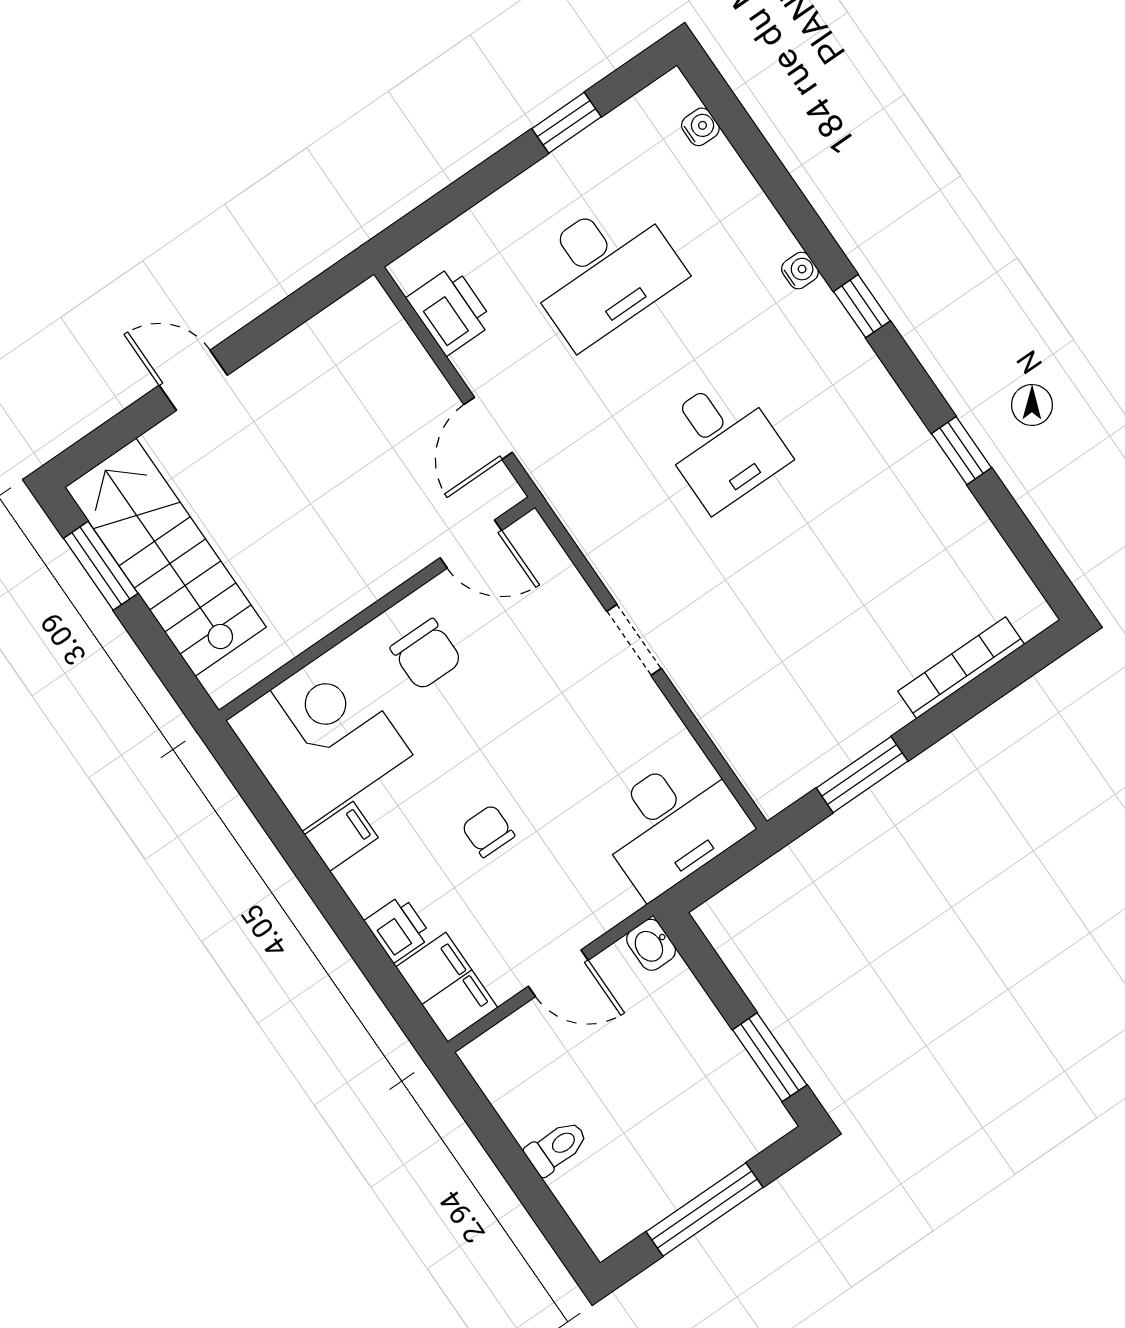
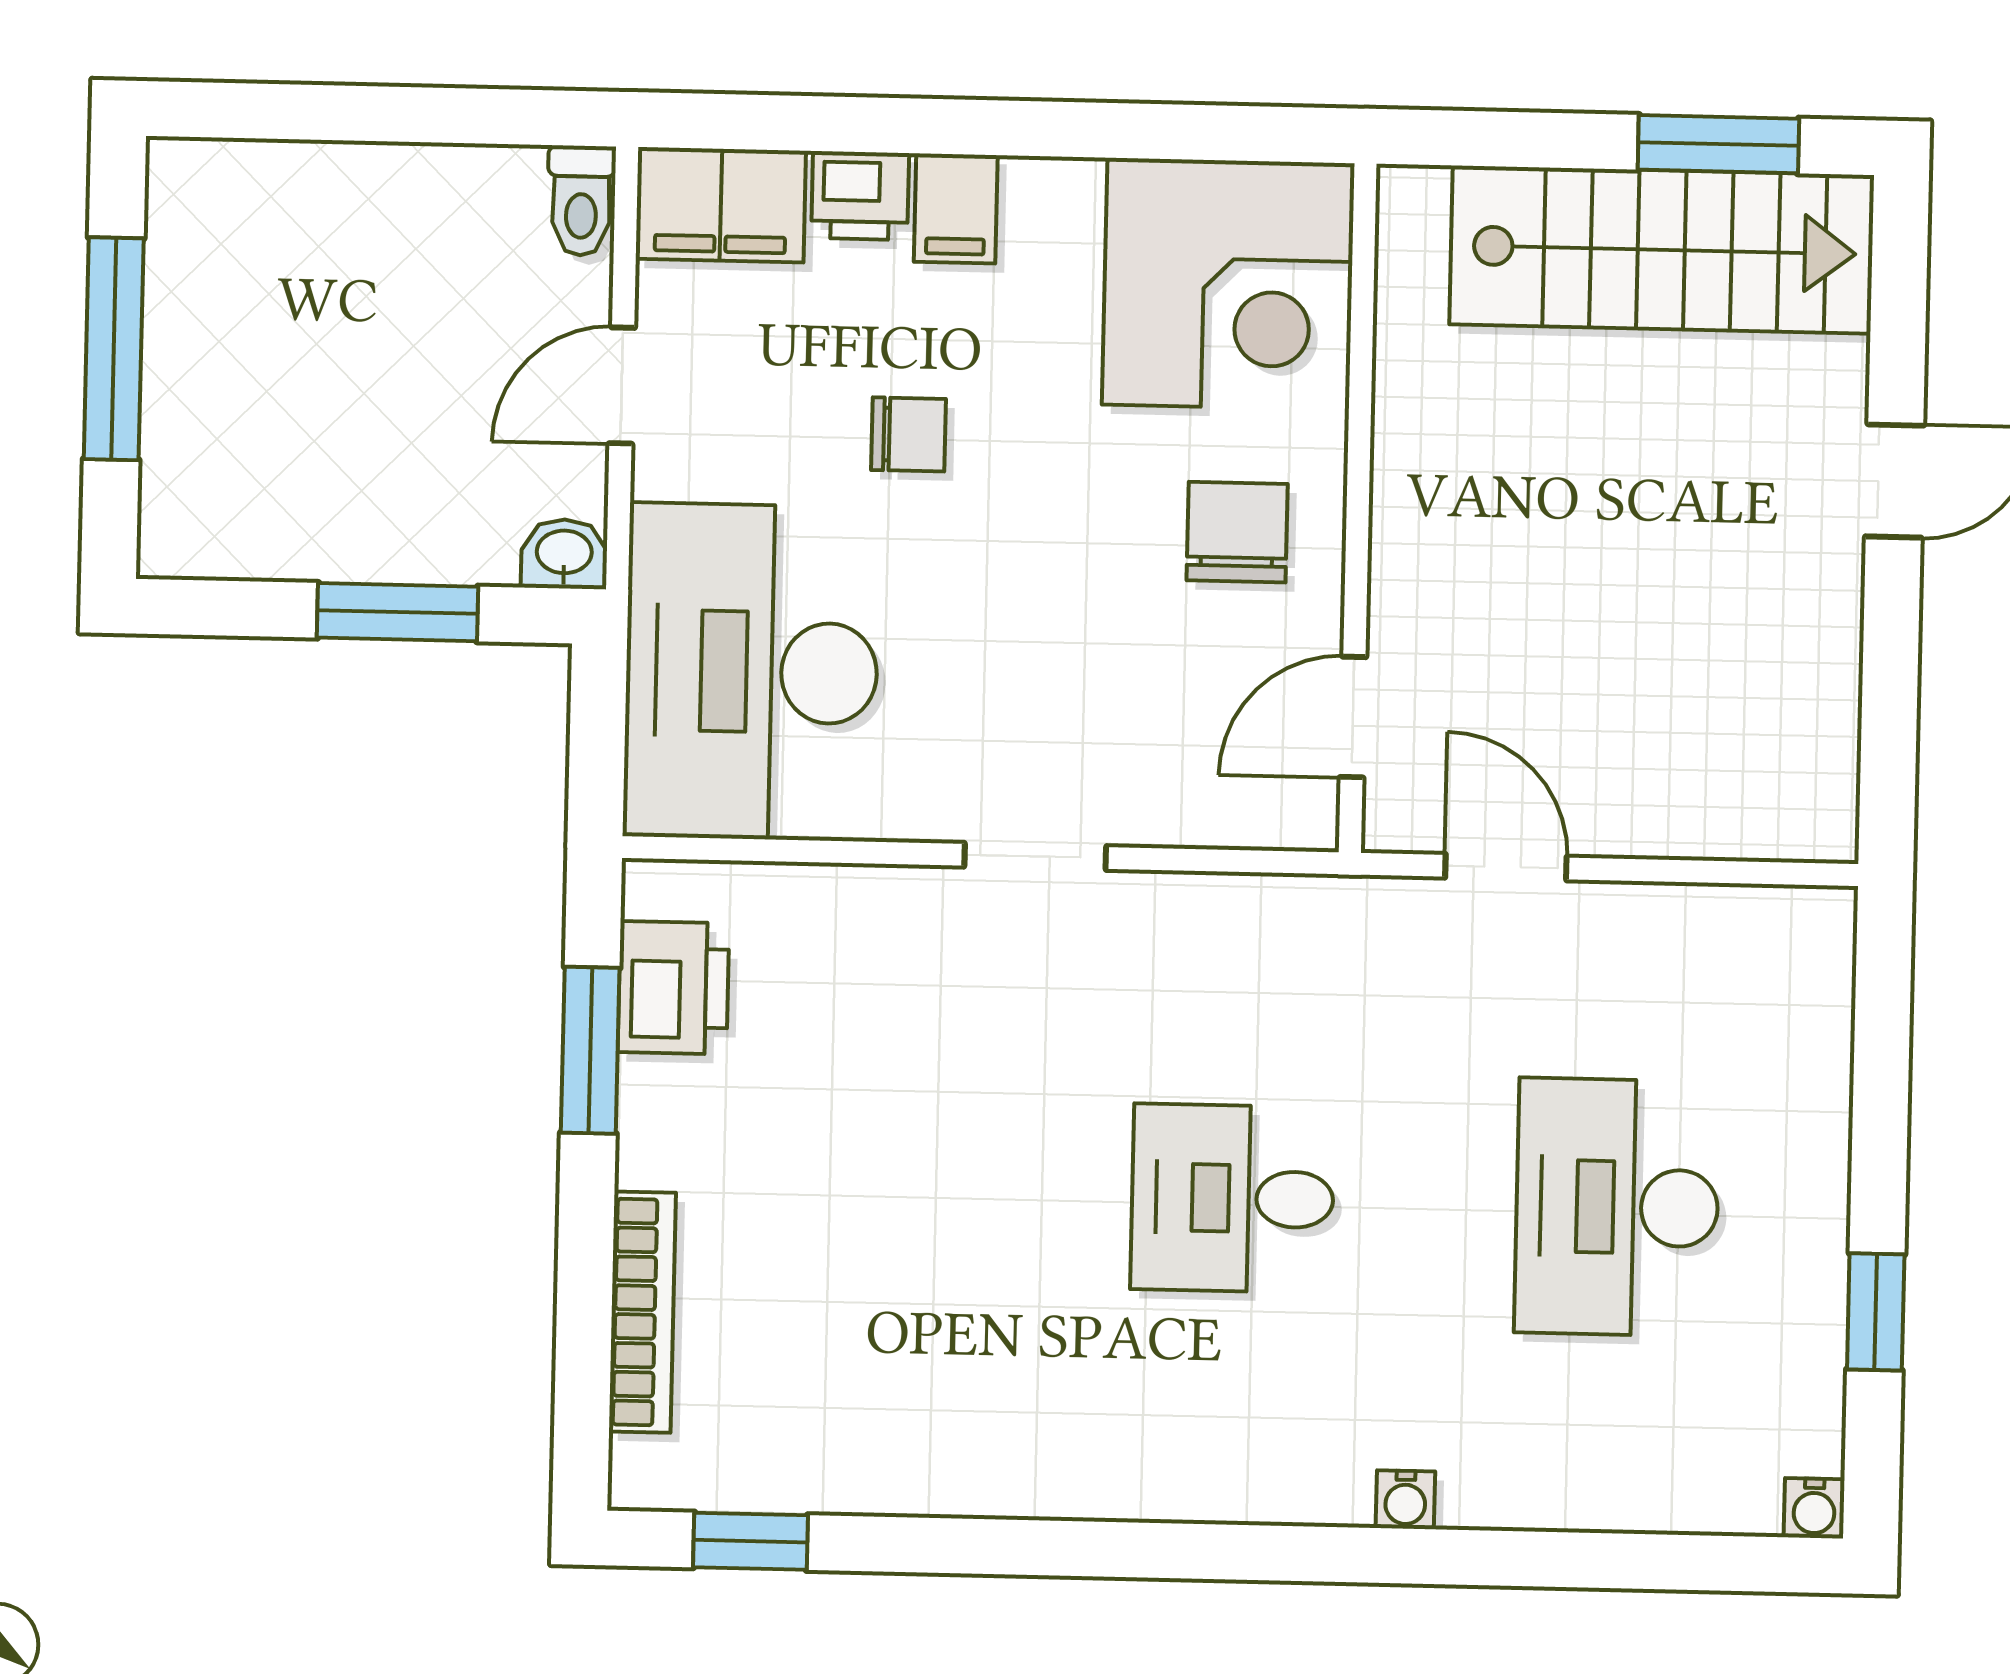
water cooler: (700, 127) -> (1814, 1508), moved
window: (862, 306) -> (1286, 1553), removed
printer: (450, 310) -> (673, 988), moved, turned -90
window: (962, 451) -> (751, 1541), moved
chair: (426, 654) -> (1237, 532), turned 90
desk: (672, 824) -> (751, 672), width x1.36, depth x1.30
filing cabinet: (341, 836) -> (956, 208), moved
window: (770, 1057) -> (398, 612), moved
toilet: (557, 1147) -> (581, 201), moved

